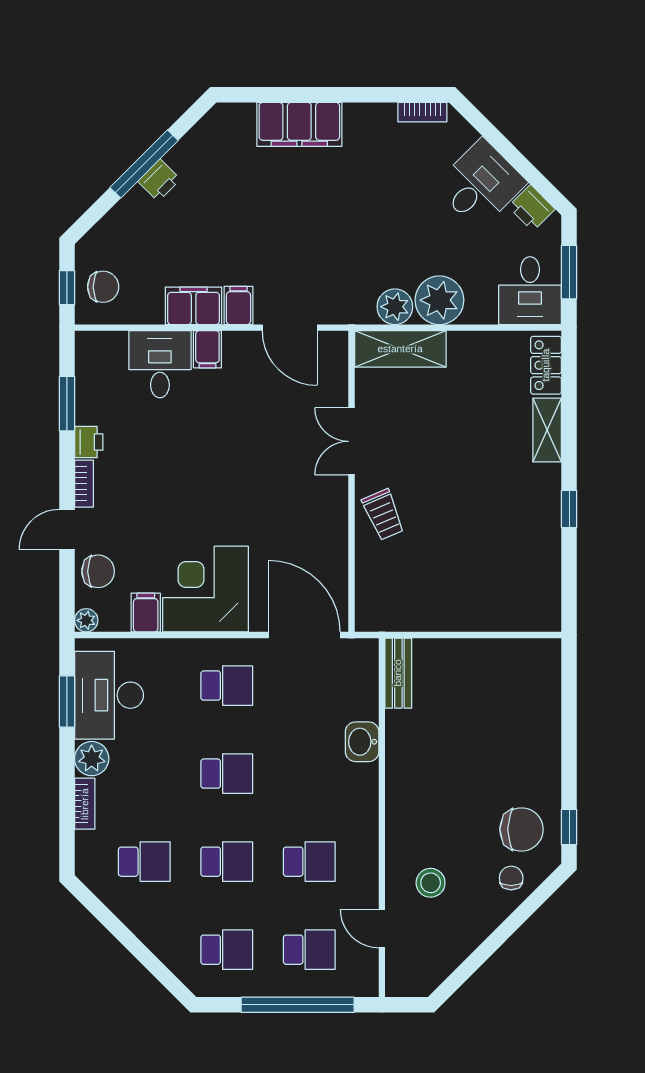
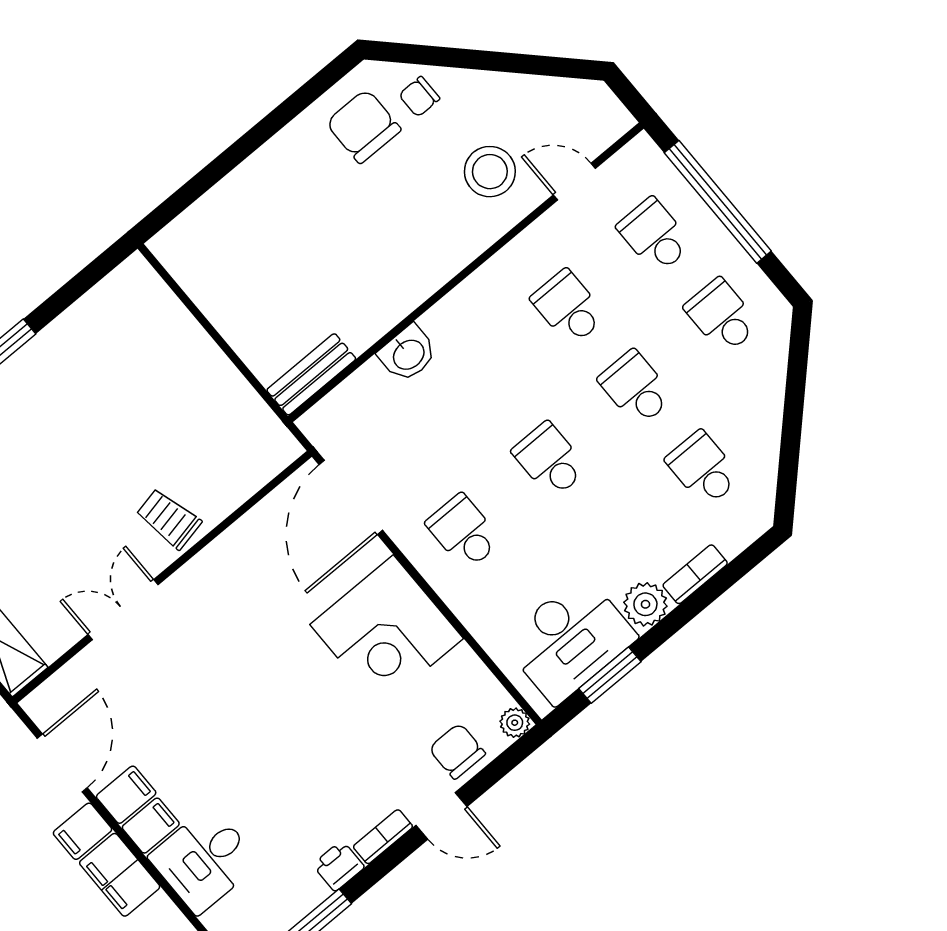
double door: (351, 441) -> (123, 610), swing flipped
trolley: (383, 515) -> (169, 519), turned -79
filing cabinet: (146, 613) -> (126, 795), moved, turned 180
window: (569, 827) -> (322, 82), removed
stool: (431, 883) -> (490, 172), width x1.38, depth x1.38
door: (382, 929) -> (574, 182), swing flipped

